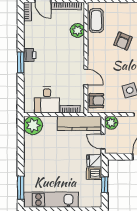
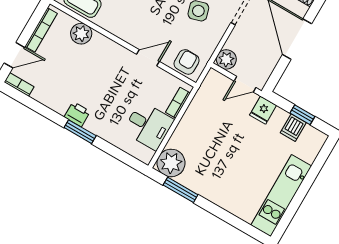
kitchen counter: (79, 123) -> (203, 101), removed
dishwasher: (94, 174) -> (293, 128), moved
window: (21, 188) -> (181, 190), moved

